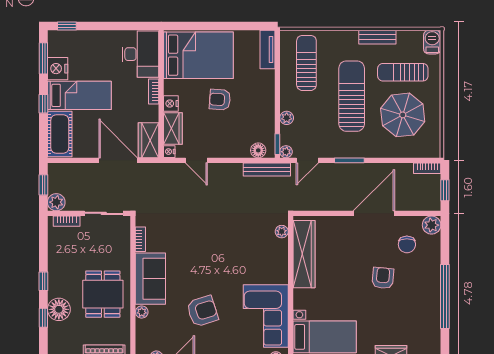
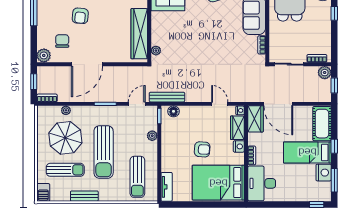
plant: (286, 152) -> (66, 110), moved

